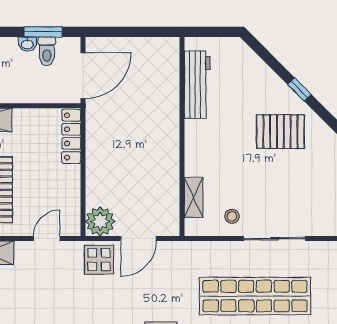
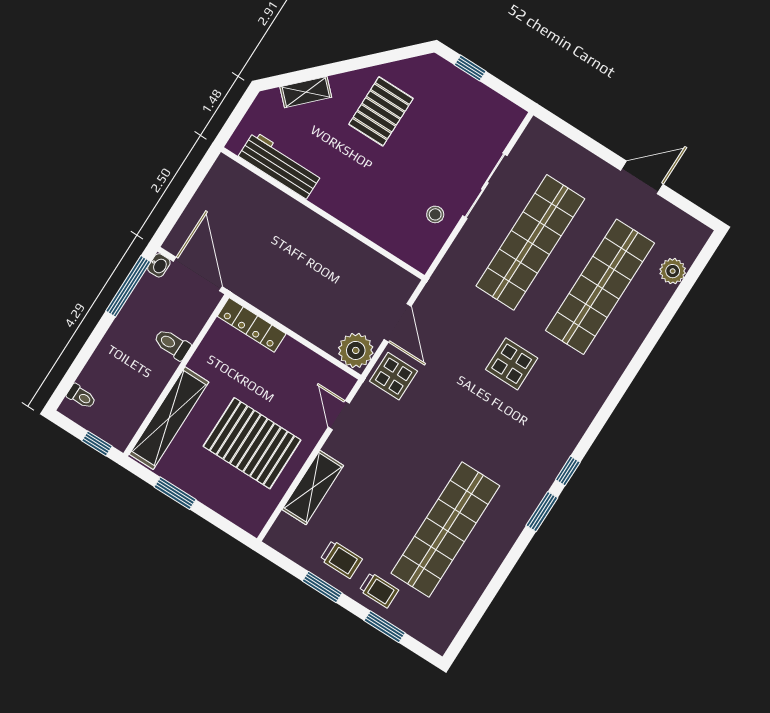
window: (43, 32) -> (128, 286), width x1.44
washbasin: (27, 44) -> (159, 265), moved
toilet: (47, 51) -> (172, 344), moved, turned 180
window: (299, 89) -> (351, 65), removed
shelving: (194, 198) -> (306, 92), moved, turned -45

